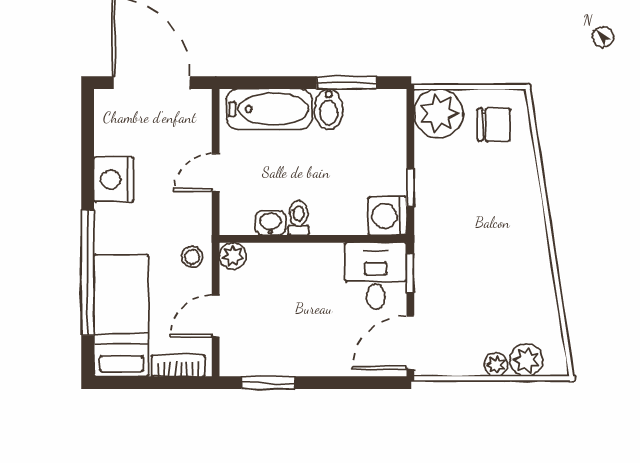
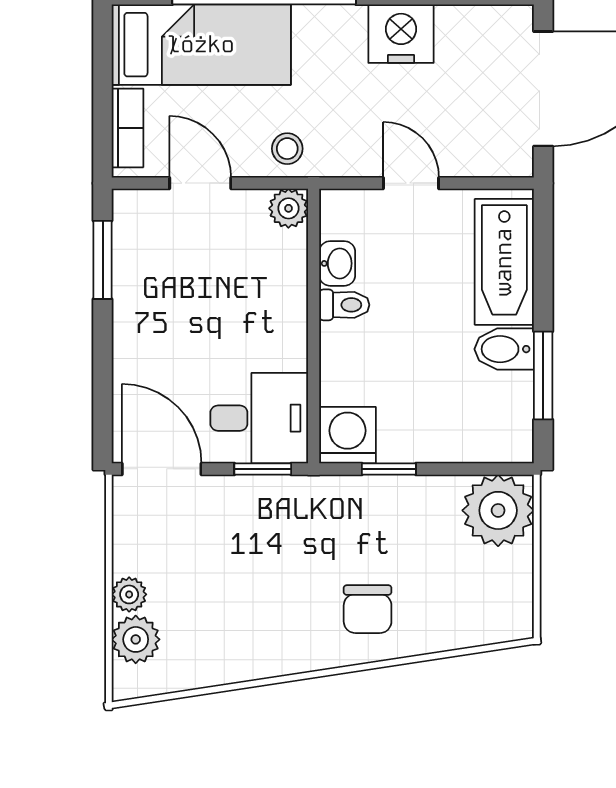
chair: (494, 125) -> (368, 609), moved

